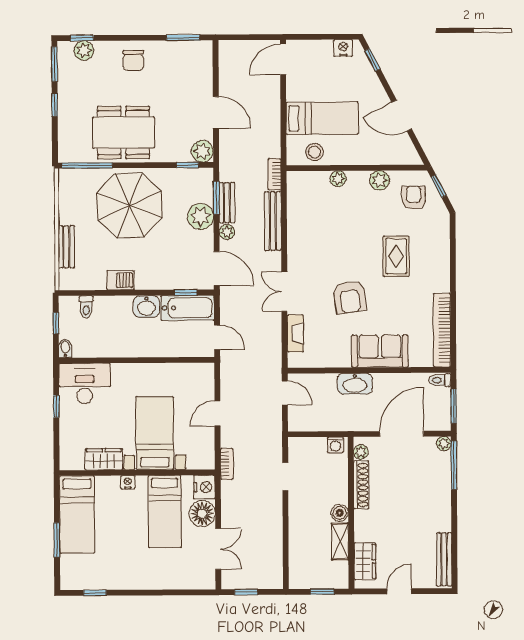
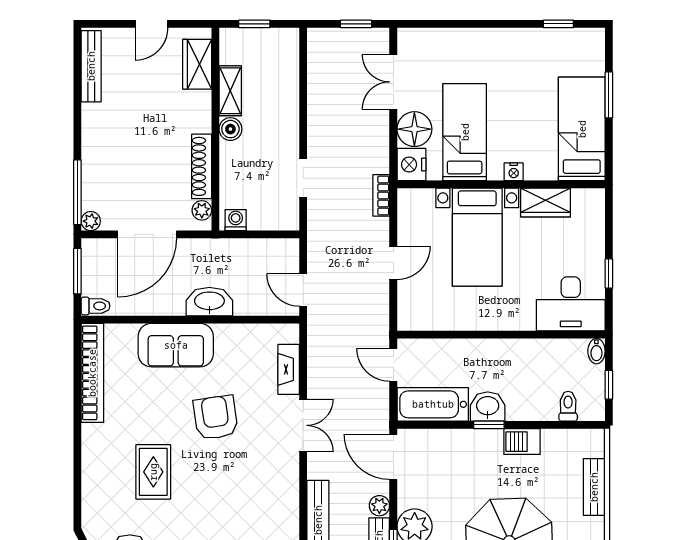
window: (186, 292) -> (489, 425), moved

